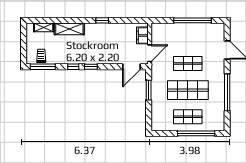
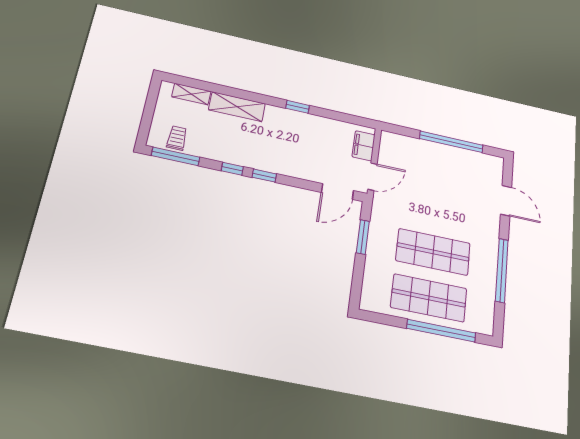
shop shelf: (188, 64) -> (437, 208), removed
shop shelf: (188, 117) -> (429, 298), width x1.43, depth x1.36

